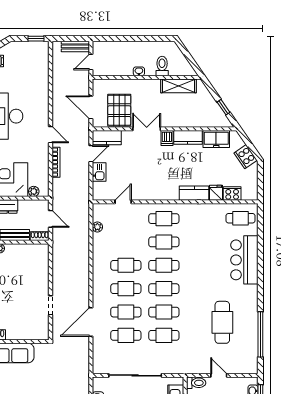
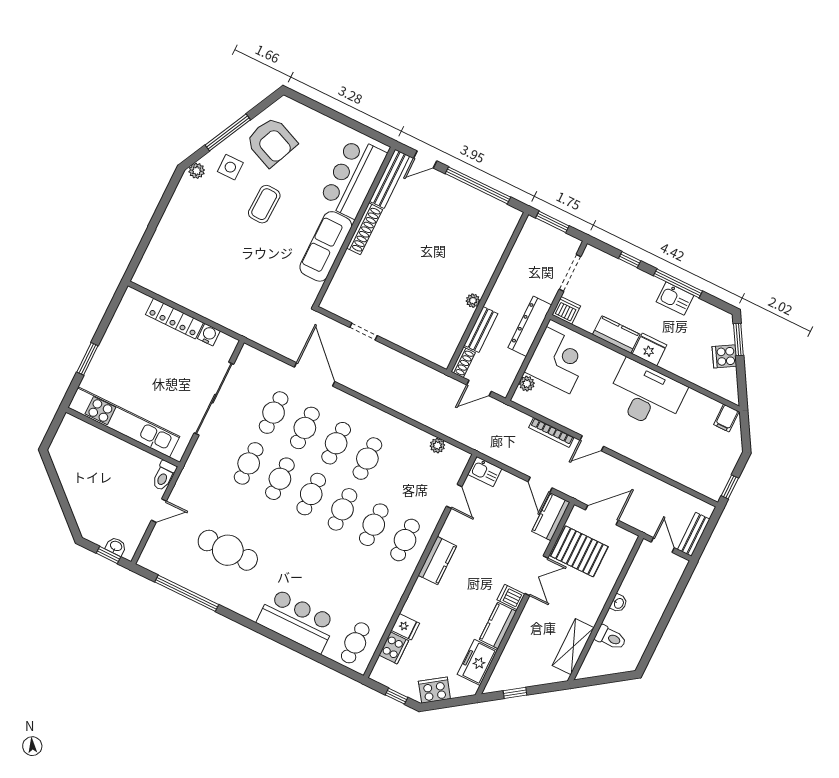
kitchen sink: (99, 172) -> (485, 472), moved
window: (260, 178) -> (397, 696), added
kitchen counter: (194, 193) -> (437, 561), moved

